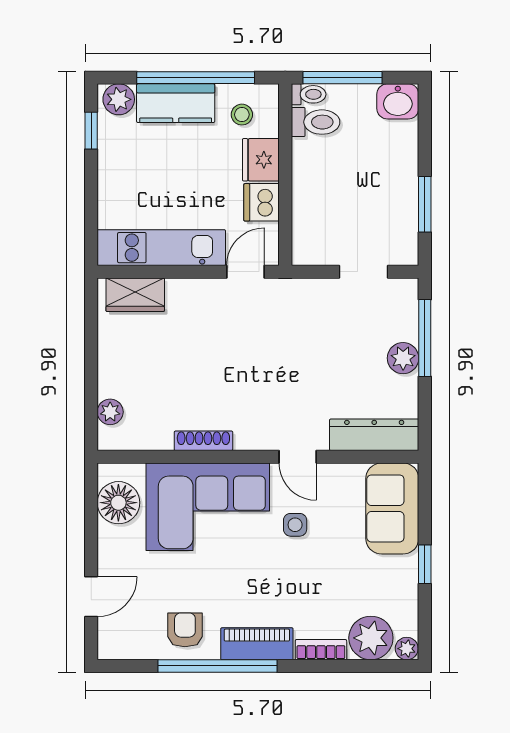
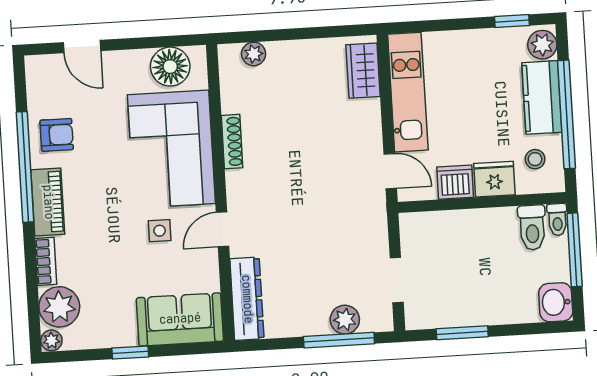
plant: (403, 358) -> (345, 320), moved

